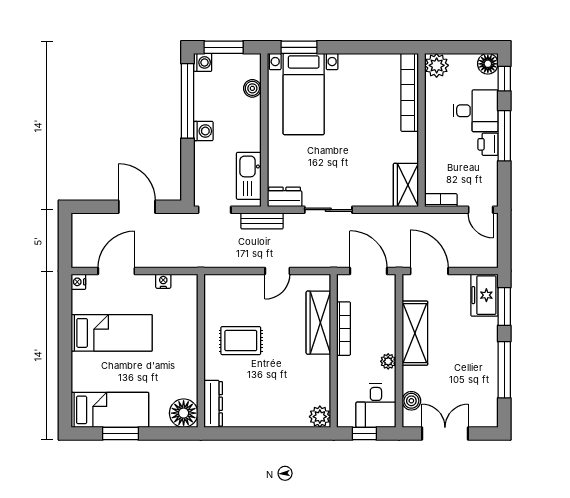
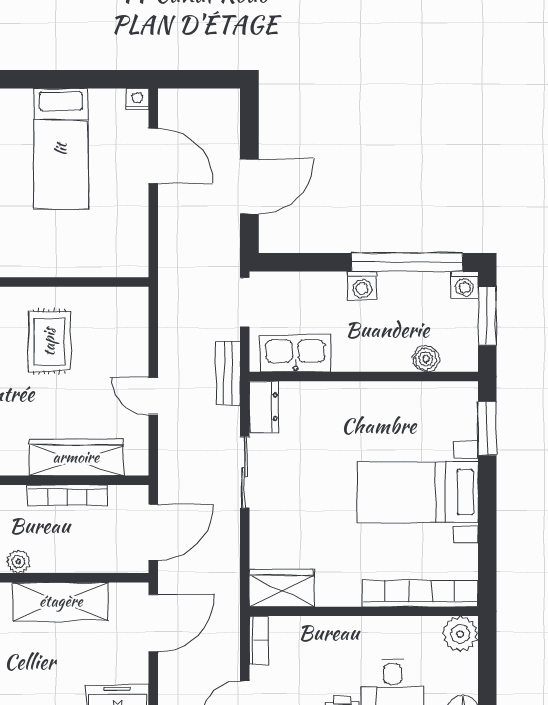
bed with nightstands: (304, 94) -> (417, 492), moved
nightstand: (163, 281) -> (138, 226), removed

